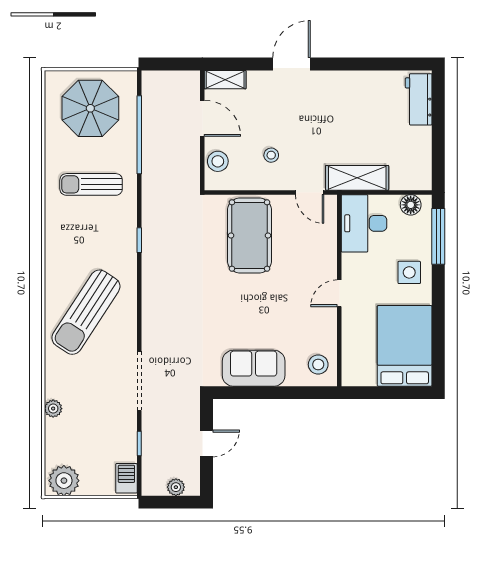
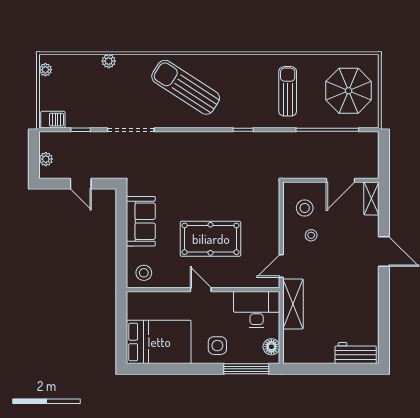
stool: (218, 161) -> (305, 208), moved
pool table: (249, 235) -> (211, 239), moved
plant: (64, 481) -> (45, 70), width x0.53, depth x0.53

